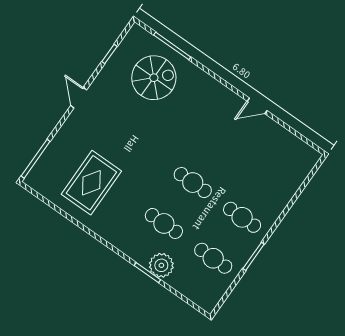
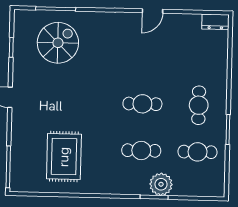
dresser: (307, 153) -> (215, 22), added
cafe table: (242, 217) -> (199, 105), turned 90

